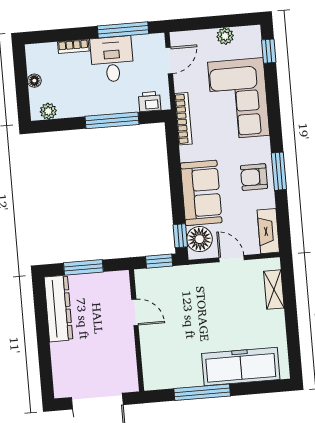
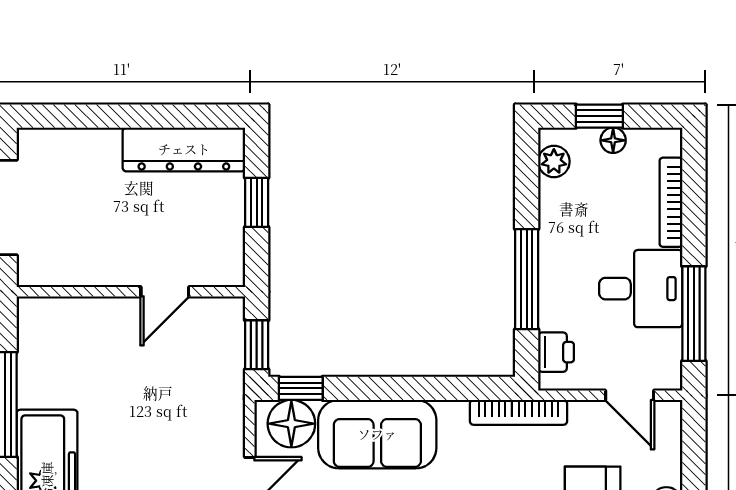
bookcase: (73, 46) -> (671, 202), width x1.56
window: (22, 89) -> (599, 116), added
window: (83, 267) -> (257, 202), width x0.67

